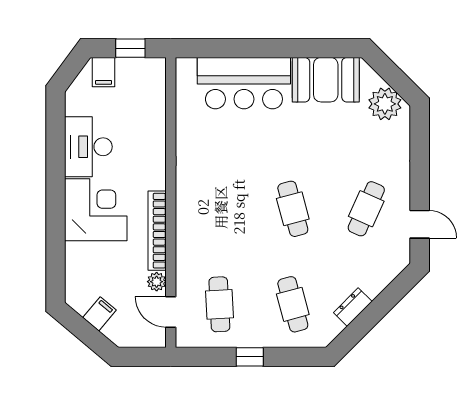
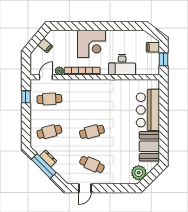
desk: (88, 147) -> (122, 65), moved, turned 180
window: (370, 317) -> (44, 166), added
window: (250, 357) -> (26, 97), moved

